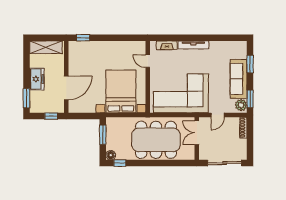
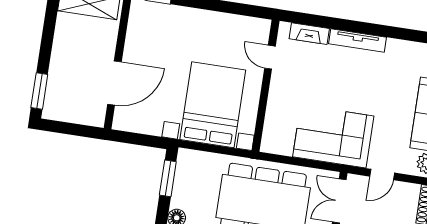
freezer: (37, 79) -> (64, 59), removed
corner sofa: (181, 93) -> (333, 136), width x0.73, depth x0.74
window: (51, 116) -> (79, 130), removed

